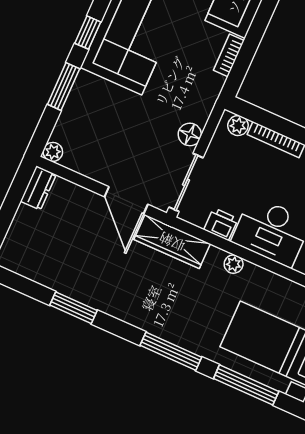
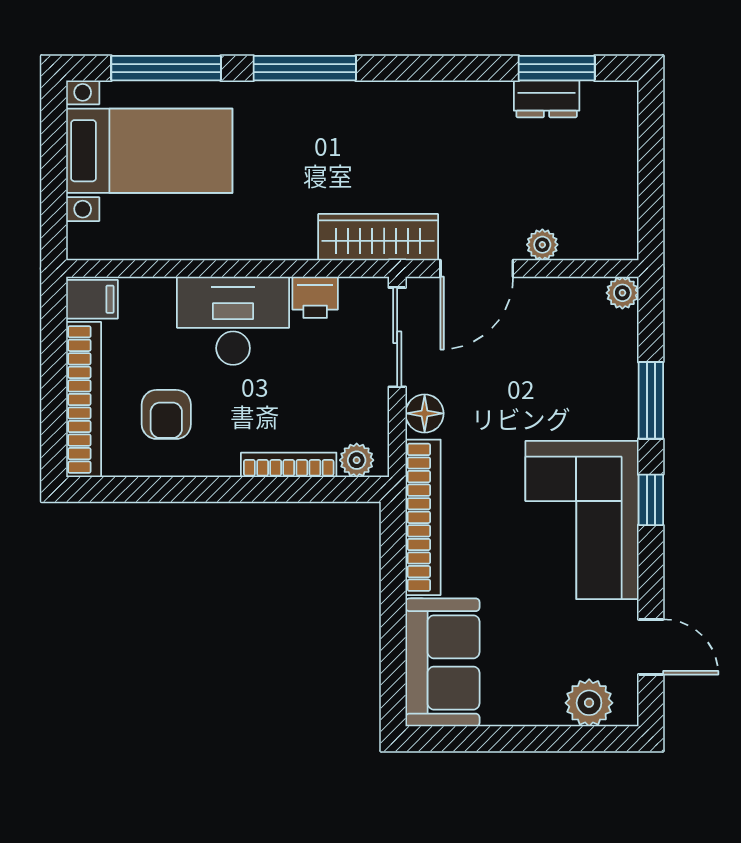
bookcase: (229, 55) -> (423, 517), width x2.31, depth x1.31
dresser: (38, 188) -> (547, 99), moved, turned -90
door: (126, 201) -> (477, 268), swing flipped
plant: (234, 264) -> (542, 245), moved
window: (74, 308) -> (557, 68), moved

